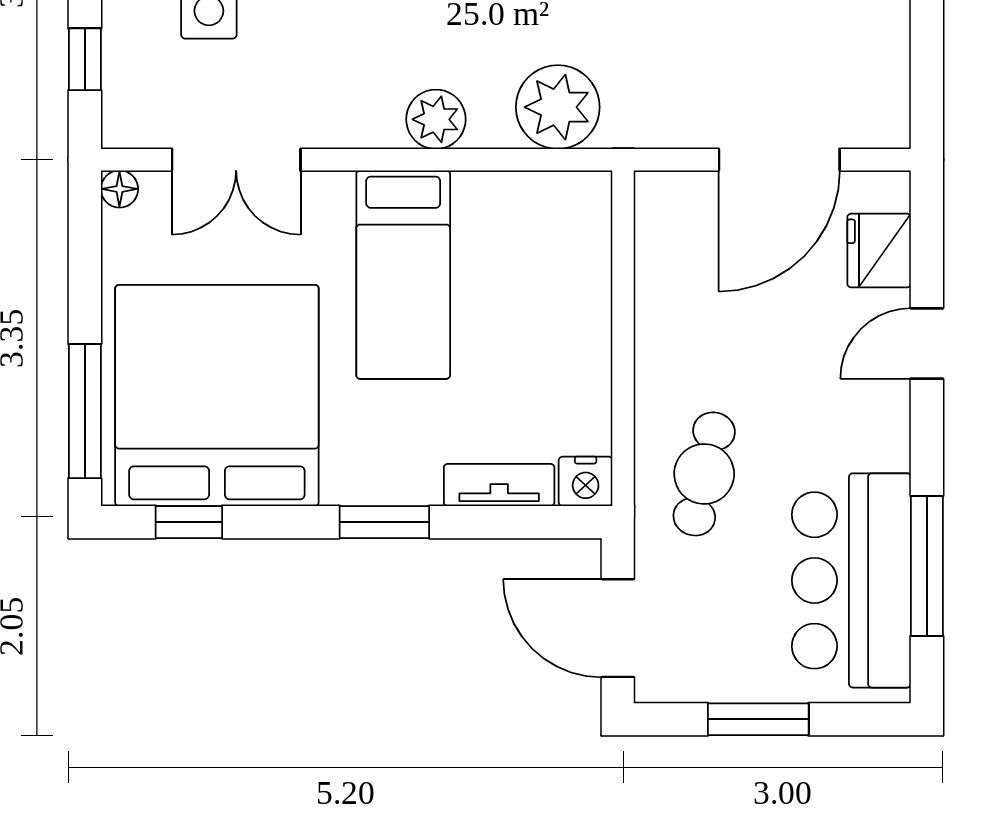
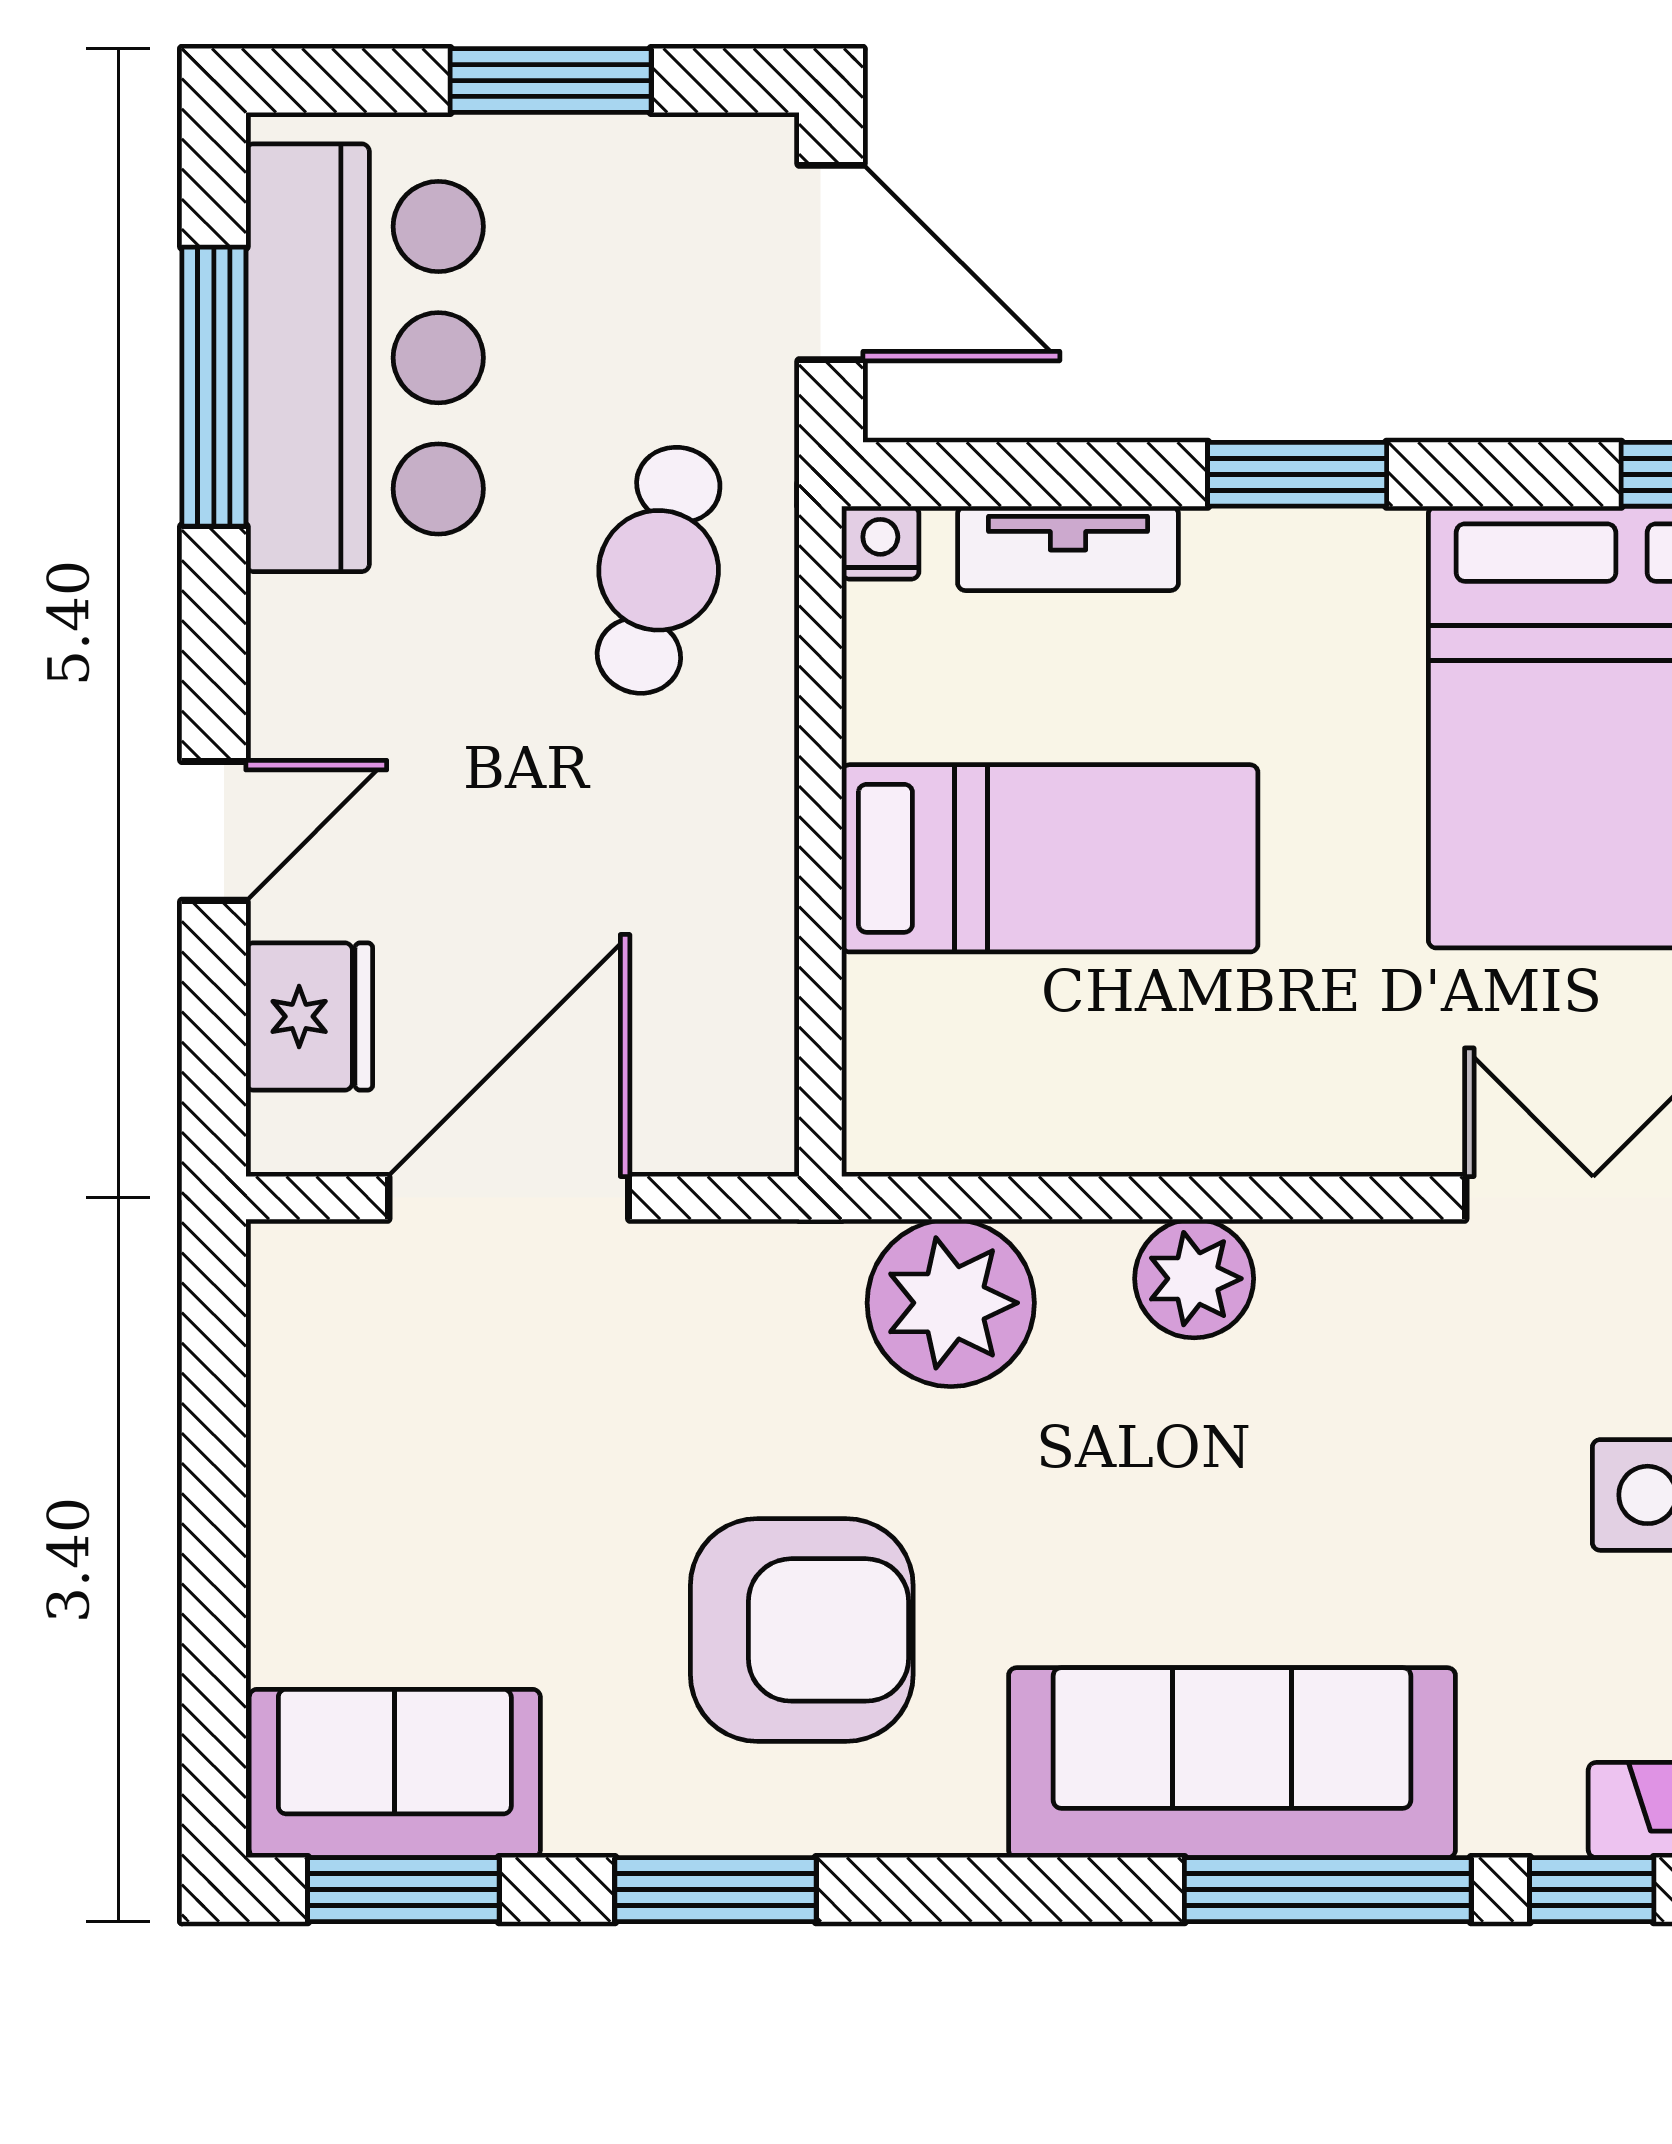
bed: (403, 275) -> (1050, 858), moved, turned 90
nightstand: (586, 481) -> (880, 543), width x0.72, depth x0.74

